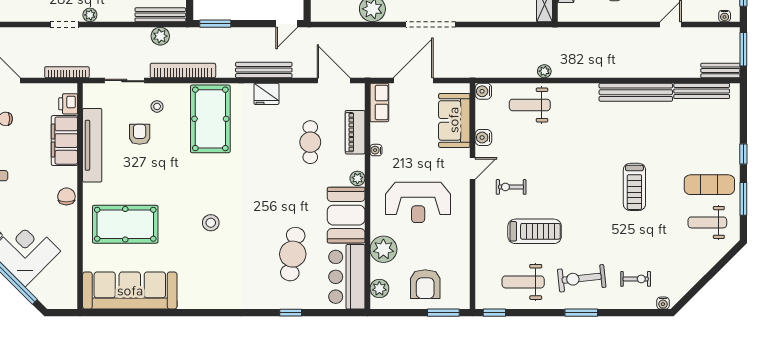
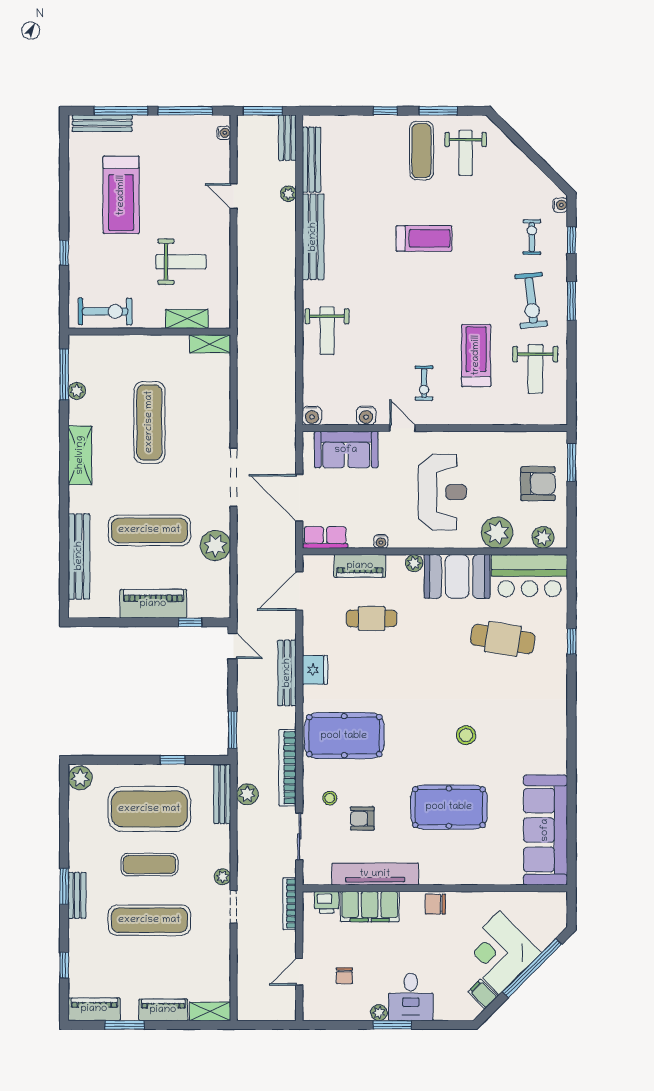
plant: (544, 71) -> (288, 194), moved
weight bench: (530, 105) -> (327, 331), moved
pool table: (125, 224) -> (449, 807), moved, turned 90
window: (494, 313) -> (572, 240), moved

